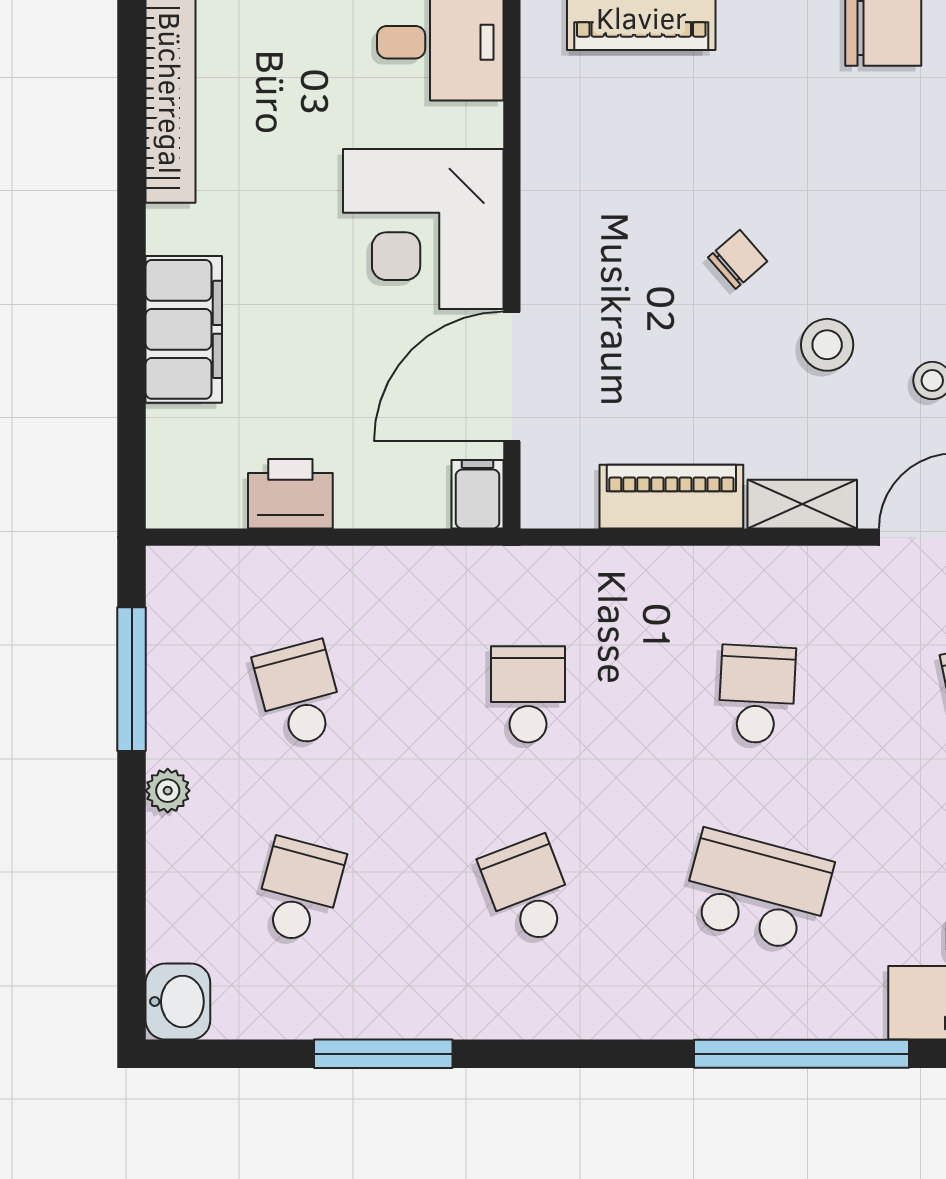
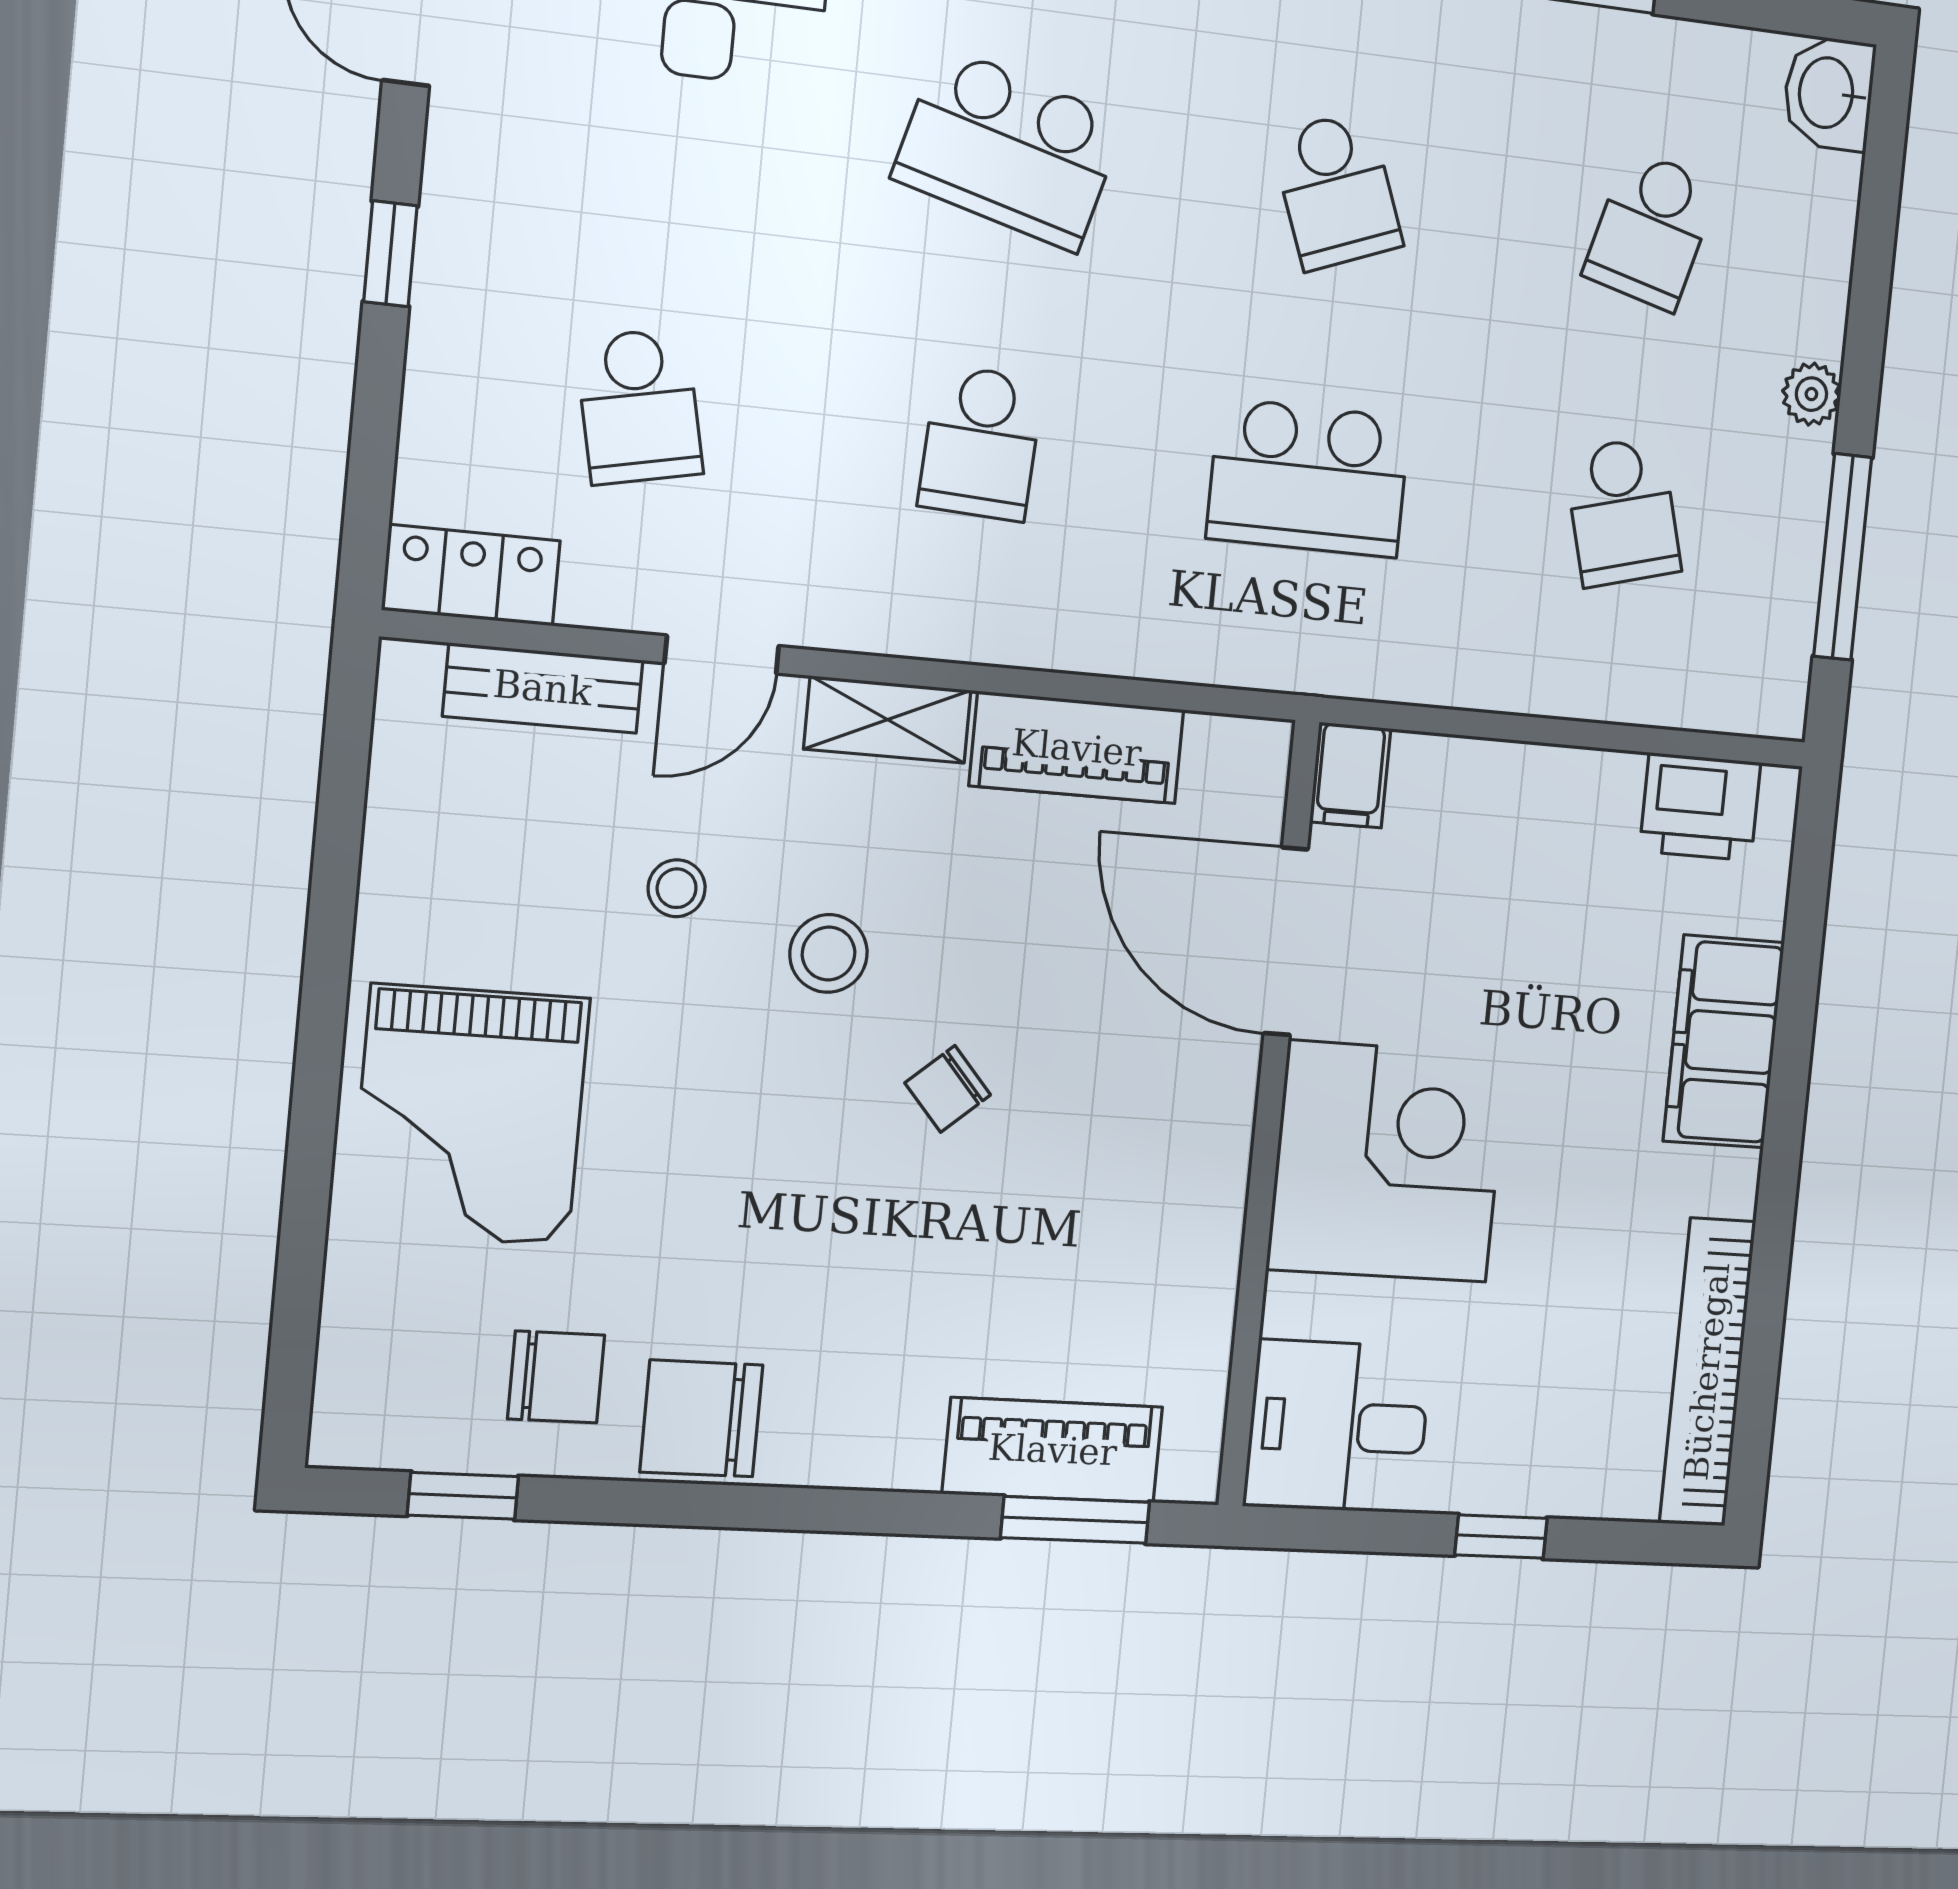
door: (512, 377) -> (1286, 941), swing flipped
printer: (290, 494) -> (1700, 807), moved
school desk: (528, 694) -> (1308, 478), width x1.85

